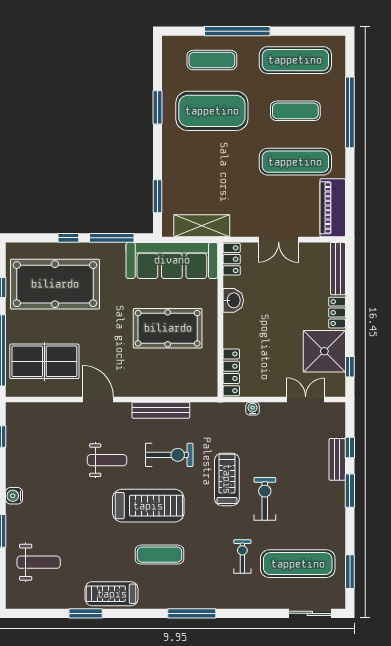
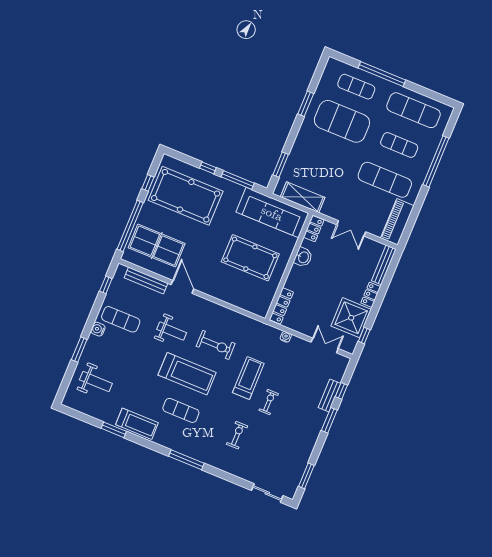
bench: (161, 410) -> (146, 280), moved
exercise bike: (265, 499) -> (269, 402), width x0.73, depth x0.72
exercise mat: (298, 564) -> (121, 319), moved, width x0.73, depth x0.69
treadmill: (112, 594) -> (137, 424), turned 180

